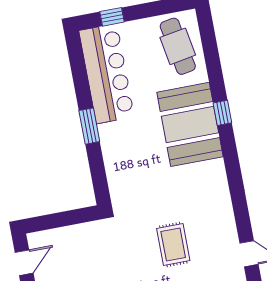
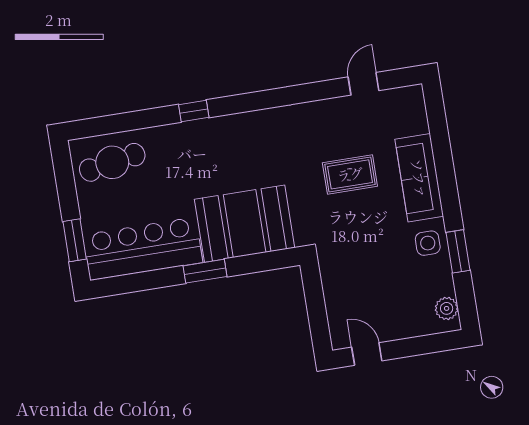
window: (112, 17) -> (75, 240), width x1.50
booth: (190, 124) -> (245, 224), moved

